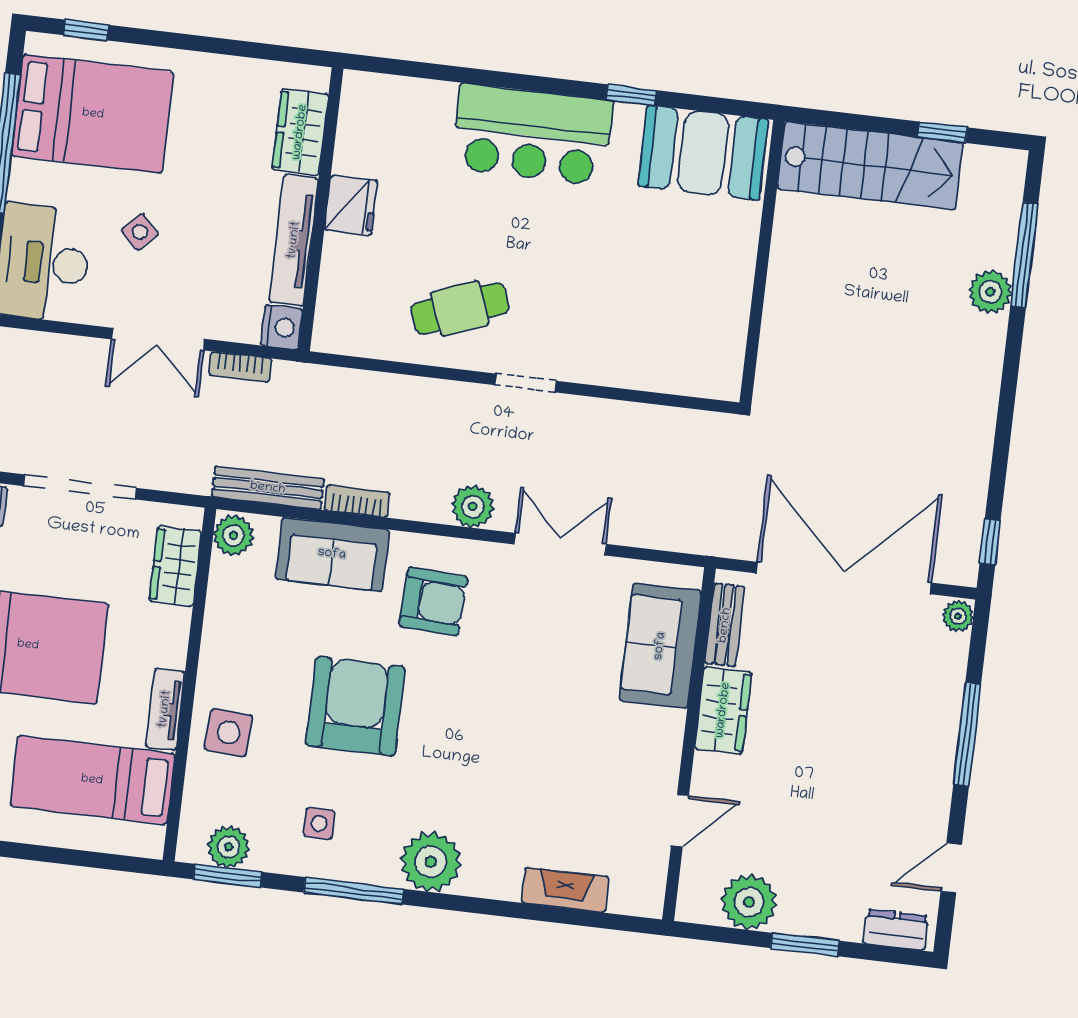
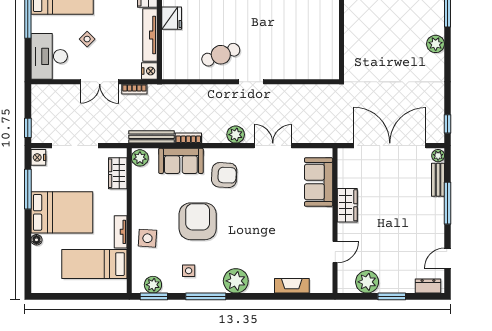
plant: (990, 292) -> (436, 44), moved
bench: (725, 625) -> (438, 180), moved

